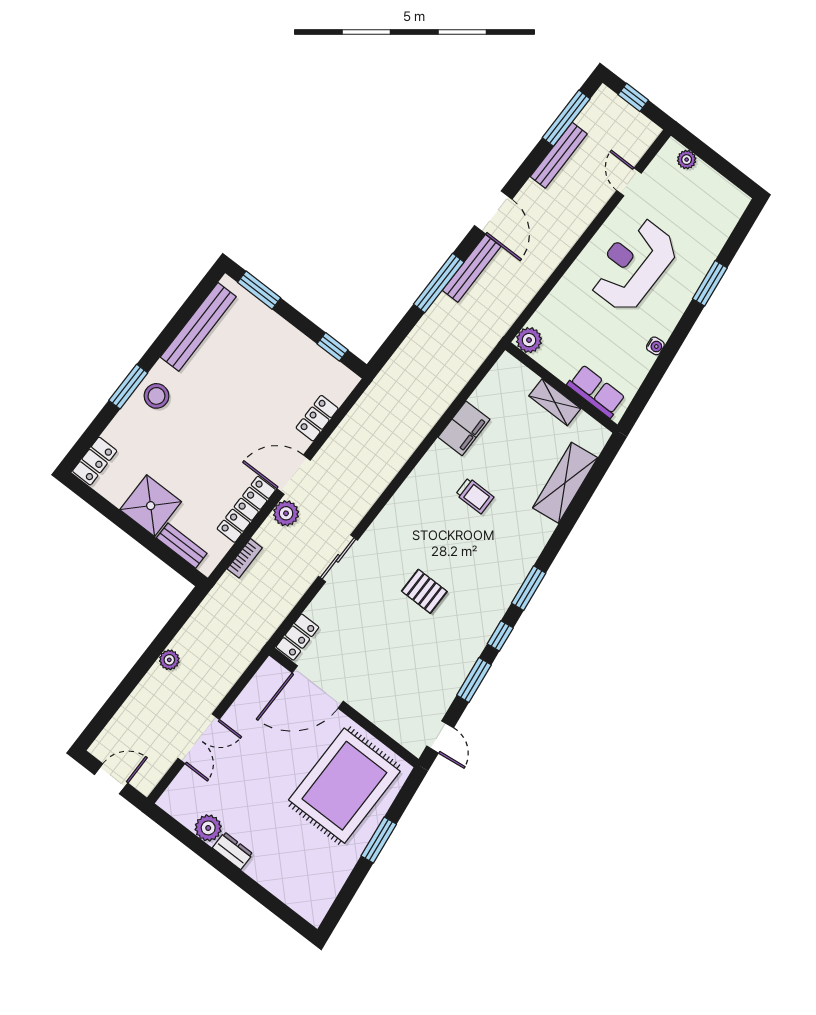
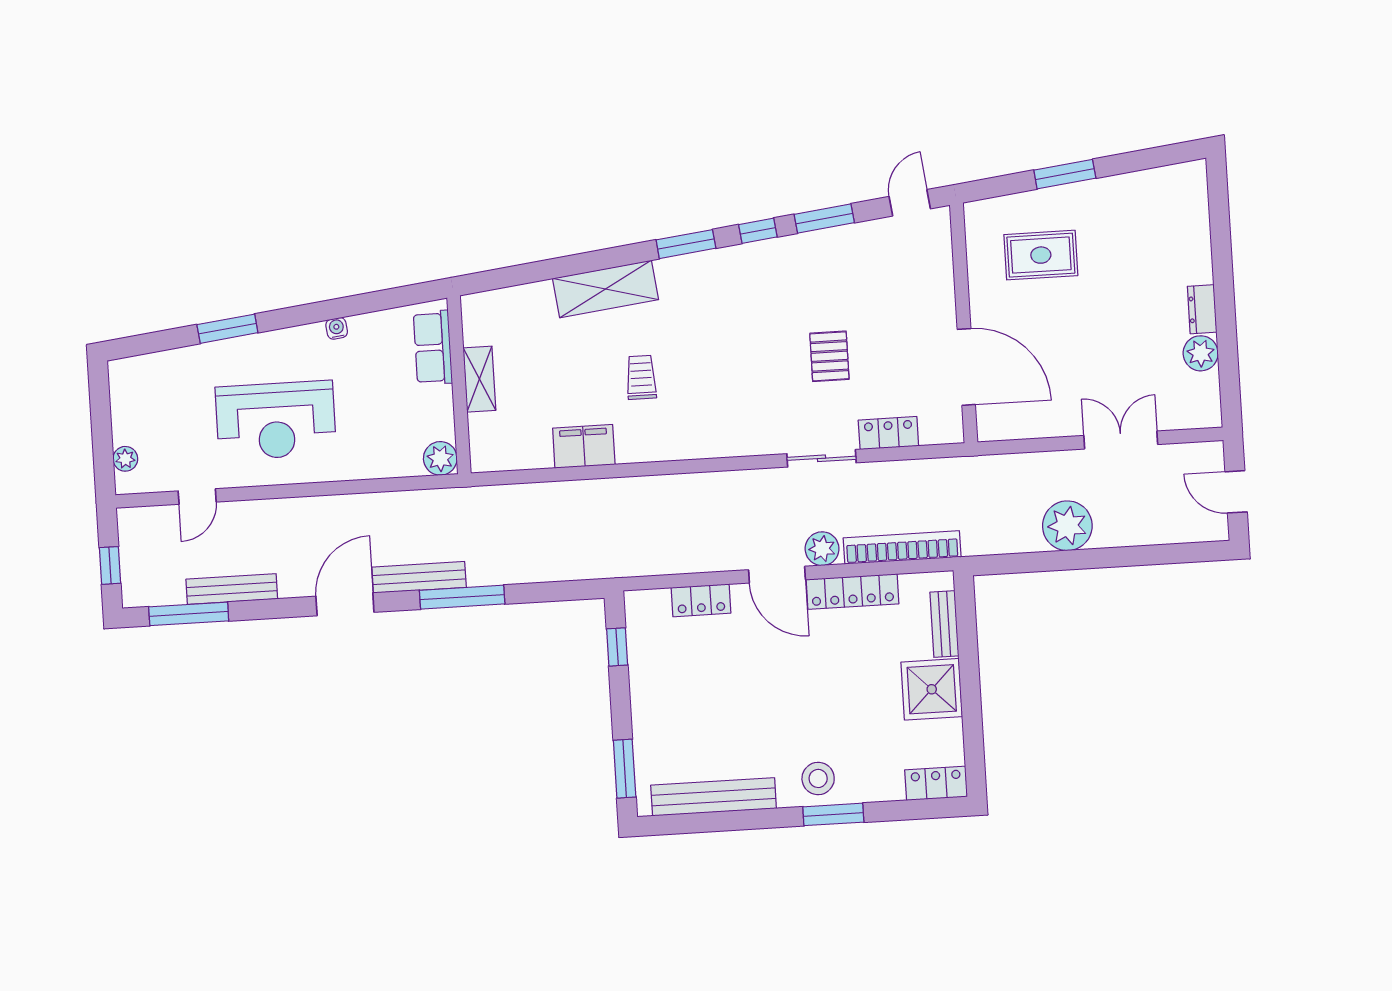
shelving: (565, 483) -> (605, 289), moved
bookcase: (245, 558) -> (902, 547), width x2.31, depth x1.31
pallet: (424, 591) -> (829, 356), moved
locker: (298, 637) -> (888, 433), moved
plant: (169, 660) -> (1067, 526), width x1.88, depth x1.88
rug: (344, 786) -> (1041, 255), width x0.54, depth x0.49

